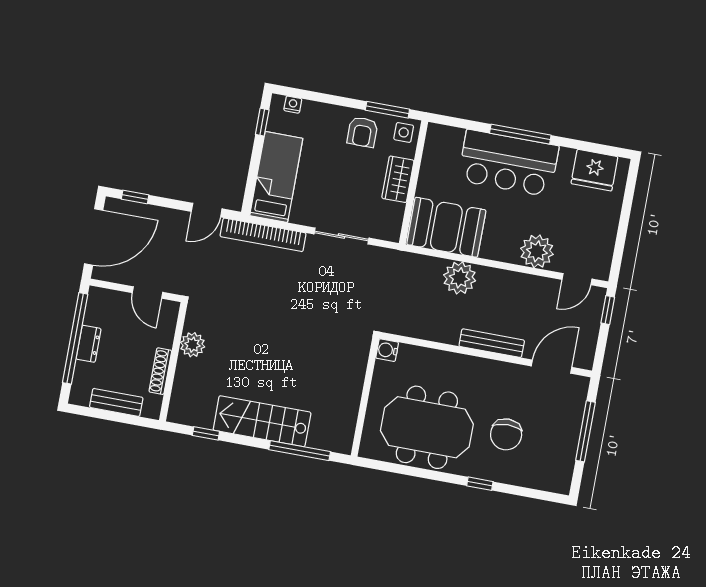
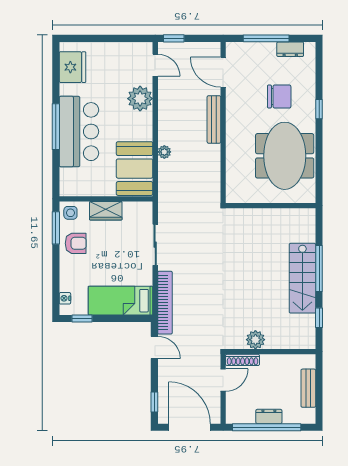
plant: (460, 278) -> (164, 152), width x0.53, depth x0.53
water cooler: (387, 350) -> (233, 196), removed
shoe rack: (160, 371) -> (243, 360), moved
window: (300, 451) -> (319, 268), moved
dresser: (565, 460) -> (290, 49), added

